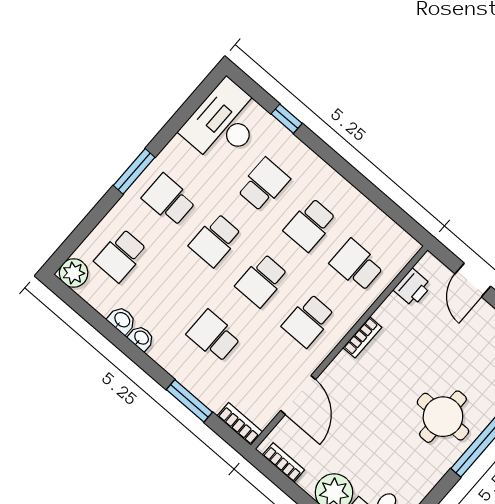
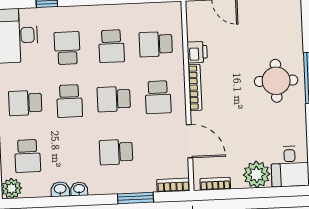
school desk: (262, 280) -> (114, 99), turned 90
printer: (412, 288) -> (197, 52), moved
bookcase: (362, 337) -> (195, 87), width x1.56

